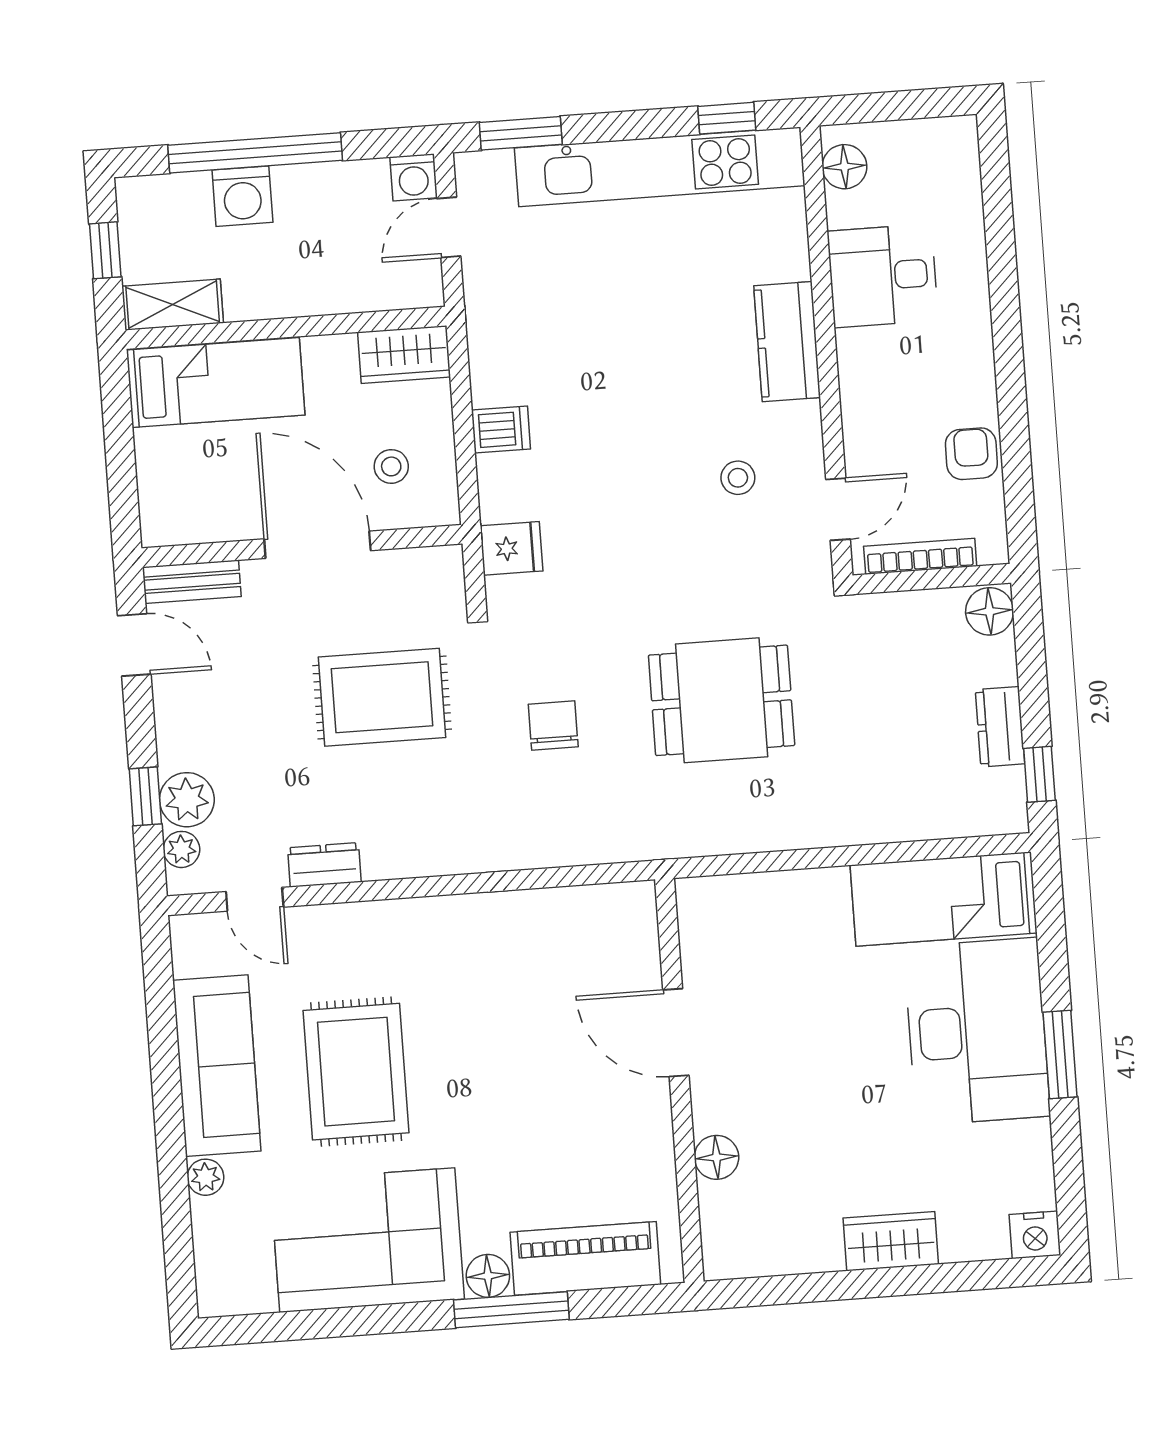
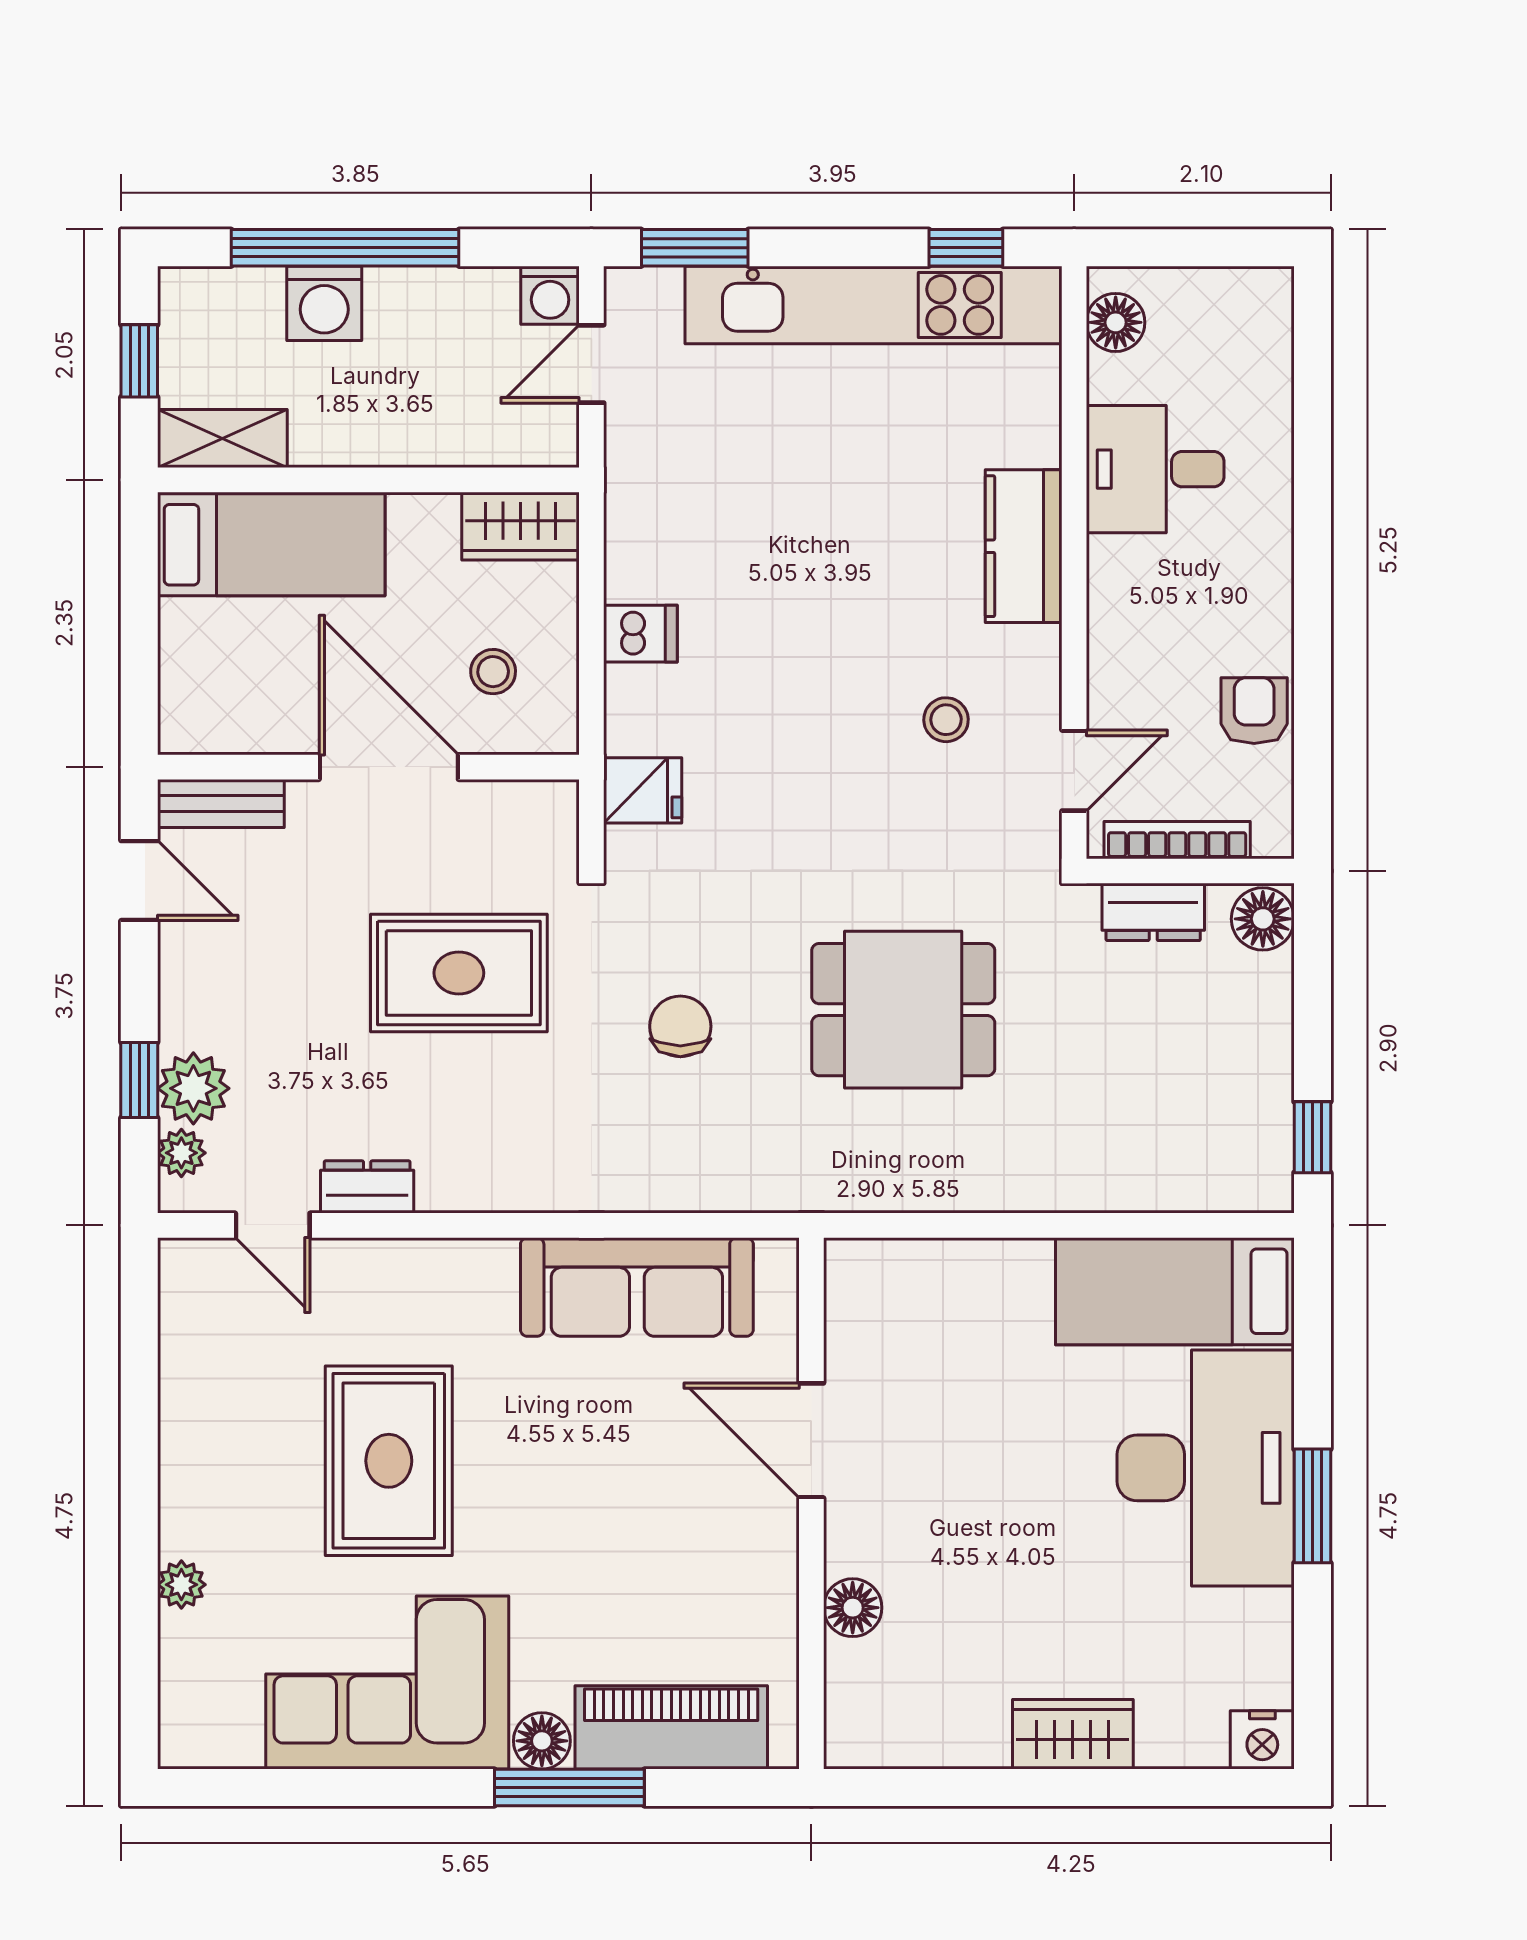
dresser: (1000, 727) -> (1153, 912), moved, turned -90
sofa: (217, 1066) -> (637, 1287), moved, turned 90

